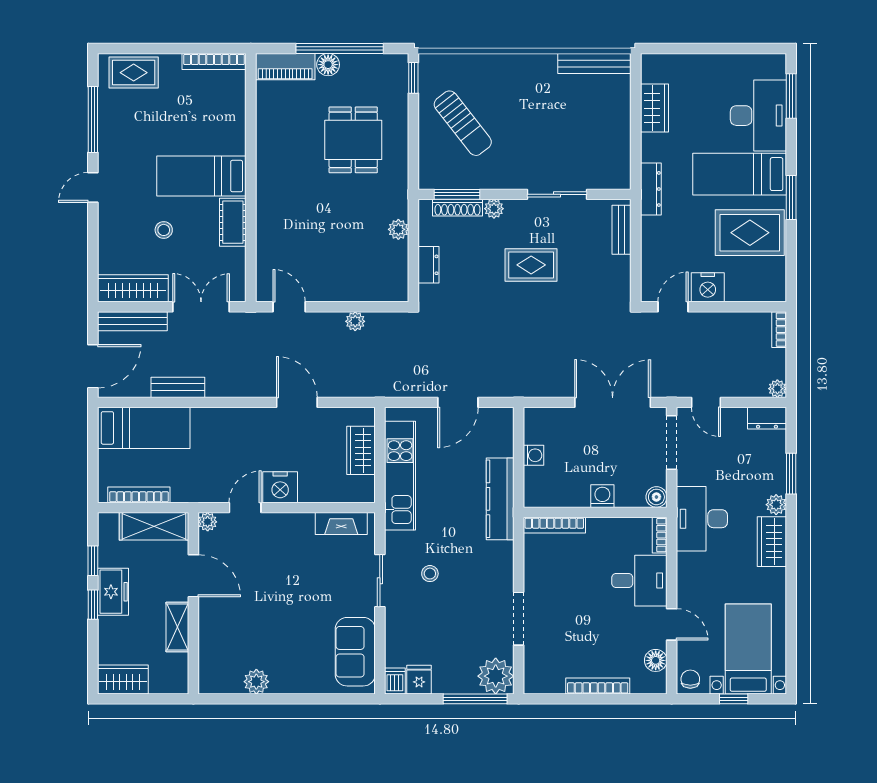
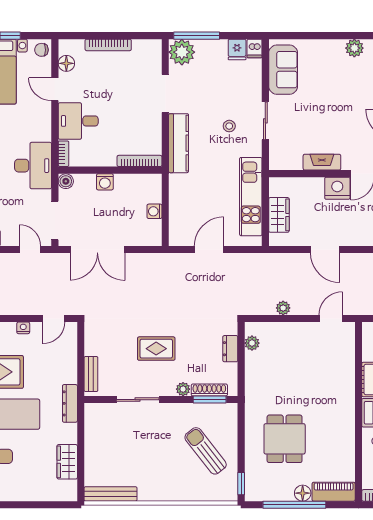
plant: (398, 229) -> (252, 343), moved
nightstand: (708, 287) -> (23, 328), width x0.53, depth x0.56
door: (289, 307) -> (331, 318), swing flipped
kitchen counter: (500, 499) -> (179, 143), moved
fireplace: (341, 523) -> (322, 162), moved
chair: (690, 679) -> (41, 50), turned 90

